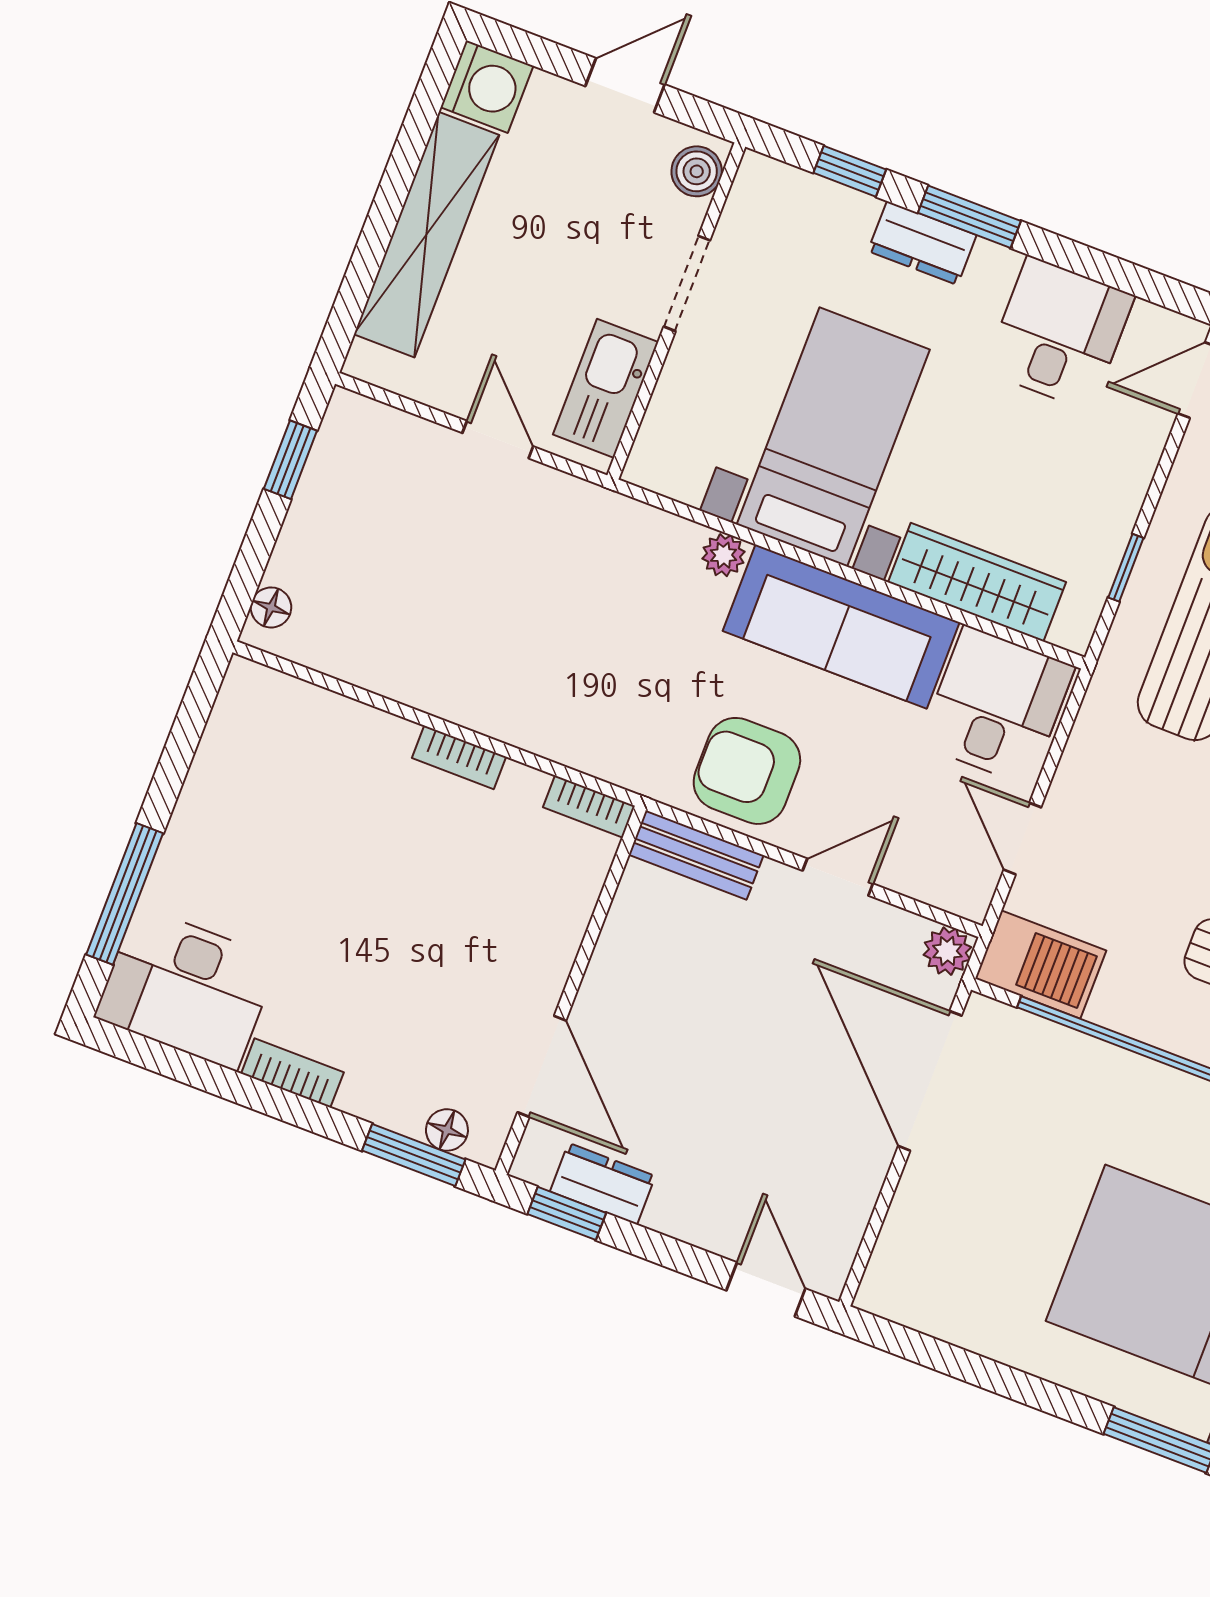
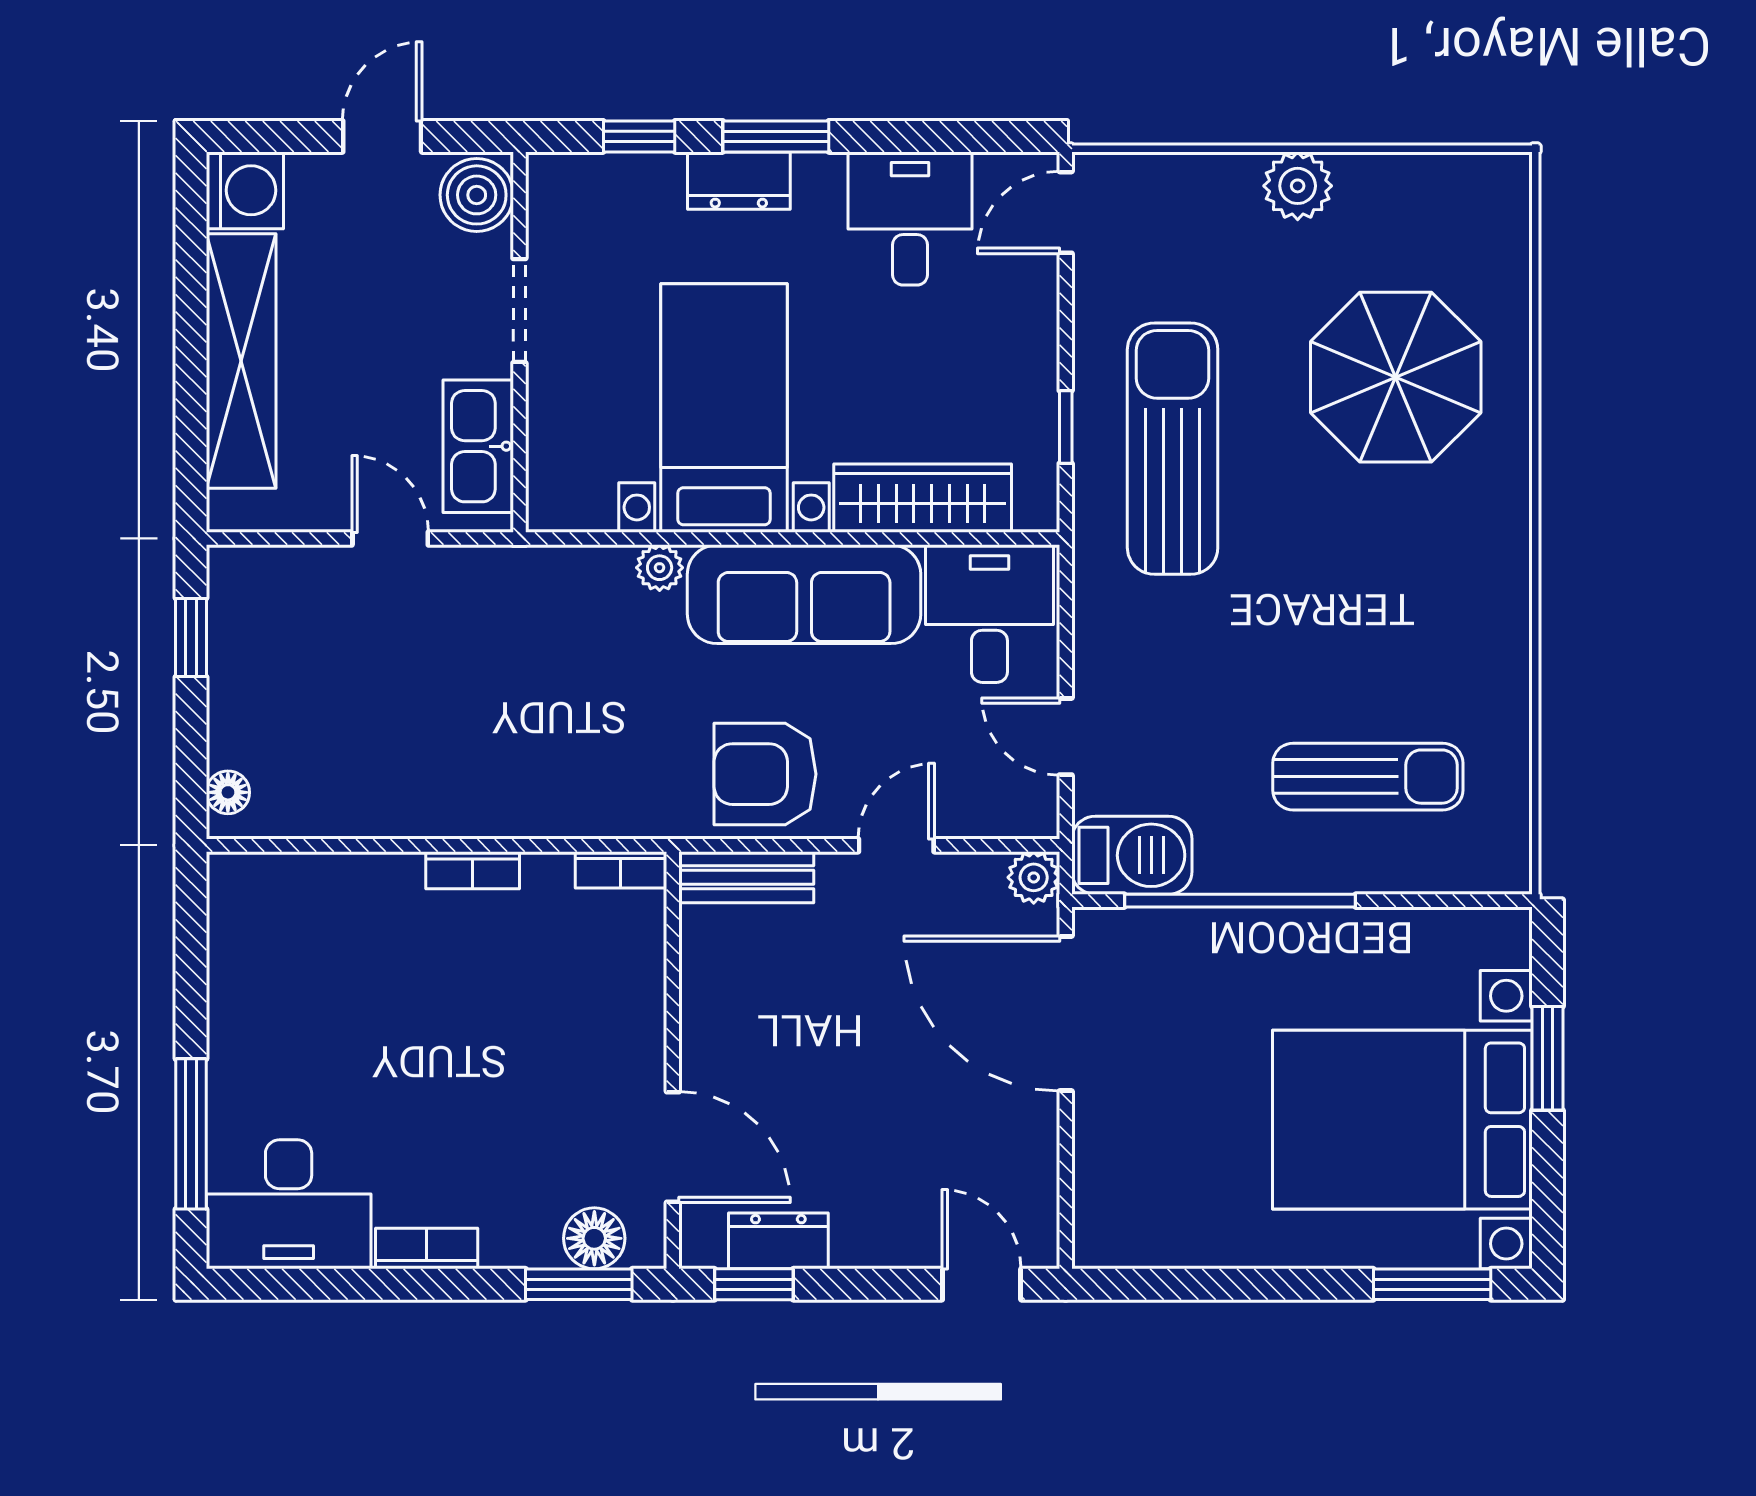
boiler: (697, 171) -> (477, 195), width x1.36, depth x1.36
floor lamp: (447, 1130) -> (594, 1238), width x1.37, depth x1.37

